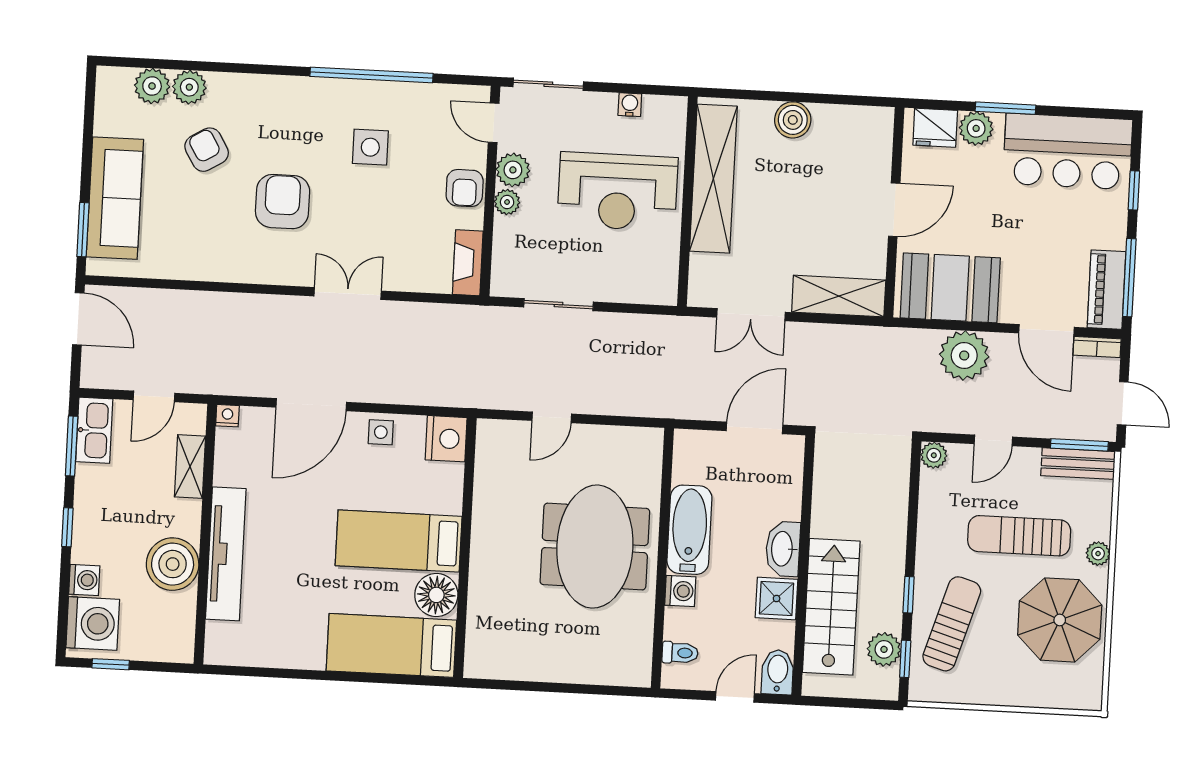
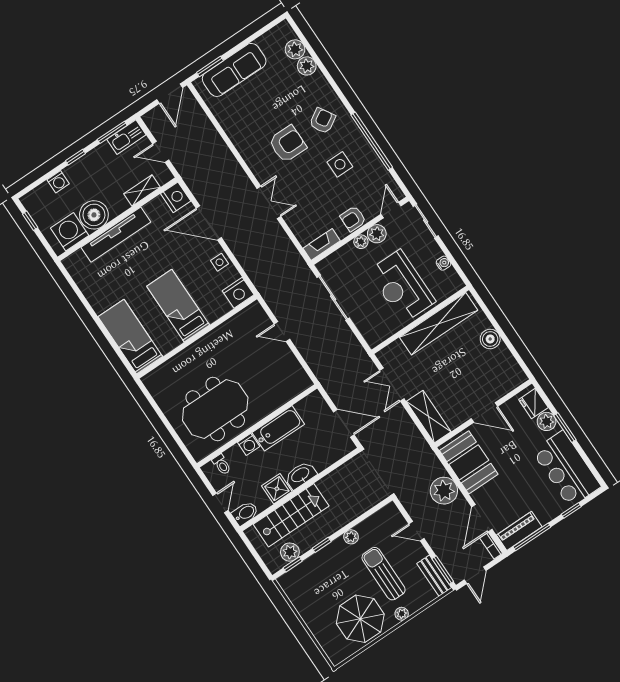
armchair: (207, 150) -> (322, 121), moved
sliding door: (558, 305) -> (333, 298), width x1.37
nightstand: (227, 416) -> (176, 197), width x1.89, depth x1.79
plant: (934, 455) -> (351, 537), moved
meeting table: (595, 547) -> (215, 409), moved
floor lamp: (436, 595) -> (167, 340), removed
washing machine: (93, 624) -> (70, 232), moved, turned 180
sun lounger: (952, 624) -> (323, 573), removed
door: (735, 697) -> (220, 503), hinge flipped

